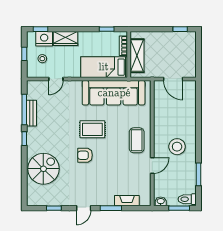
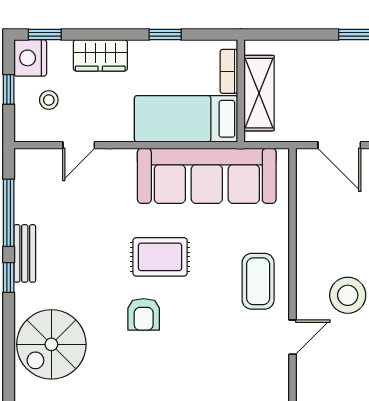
window: (107, 29) -> (165, 34), moved
nightstand: (44, 39) -> (30, 58), moved, turned -90
bench: (31, 113) -> (25, 253), moved
armchair: (85, 155) -> (144, 314), turned -90
spiral stairs: (43, 169) -> (51, 344), turned 180

